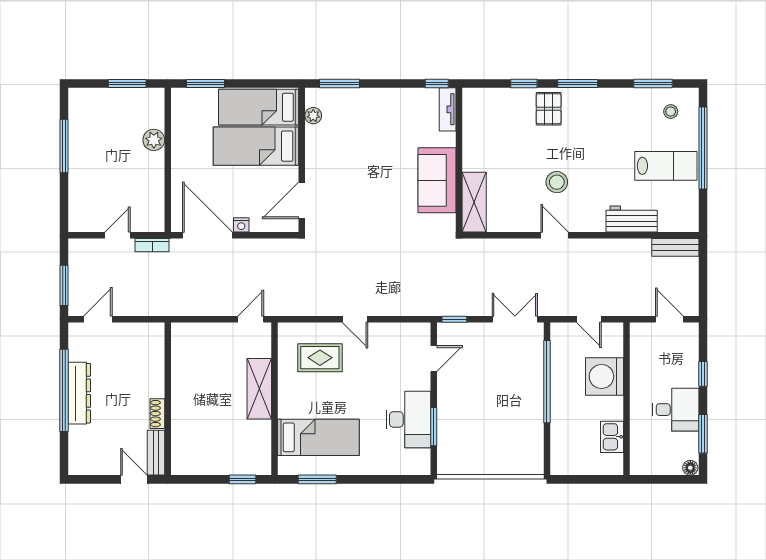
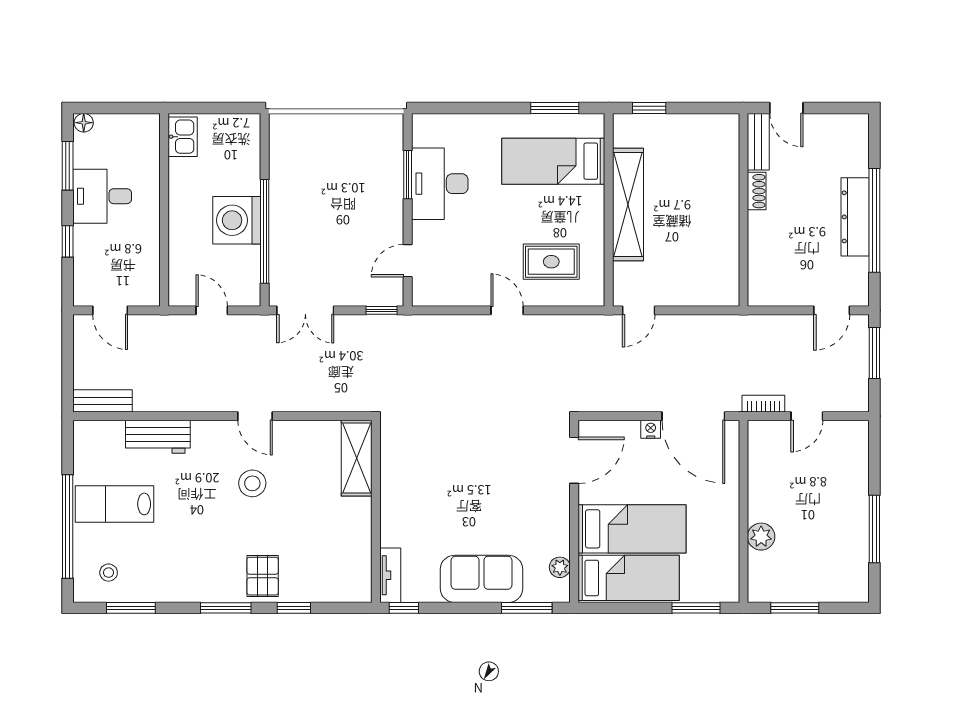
sofa: (437, 180) -> (482, 579), moved, turned -90
washing machine: (604, 376) -> (237, 220), moved, turned 180
shelving: (259, 389) -> (628, 205), width x1.47
kitchen sink: (612, 437) -> (183, 137), moved

